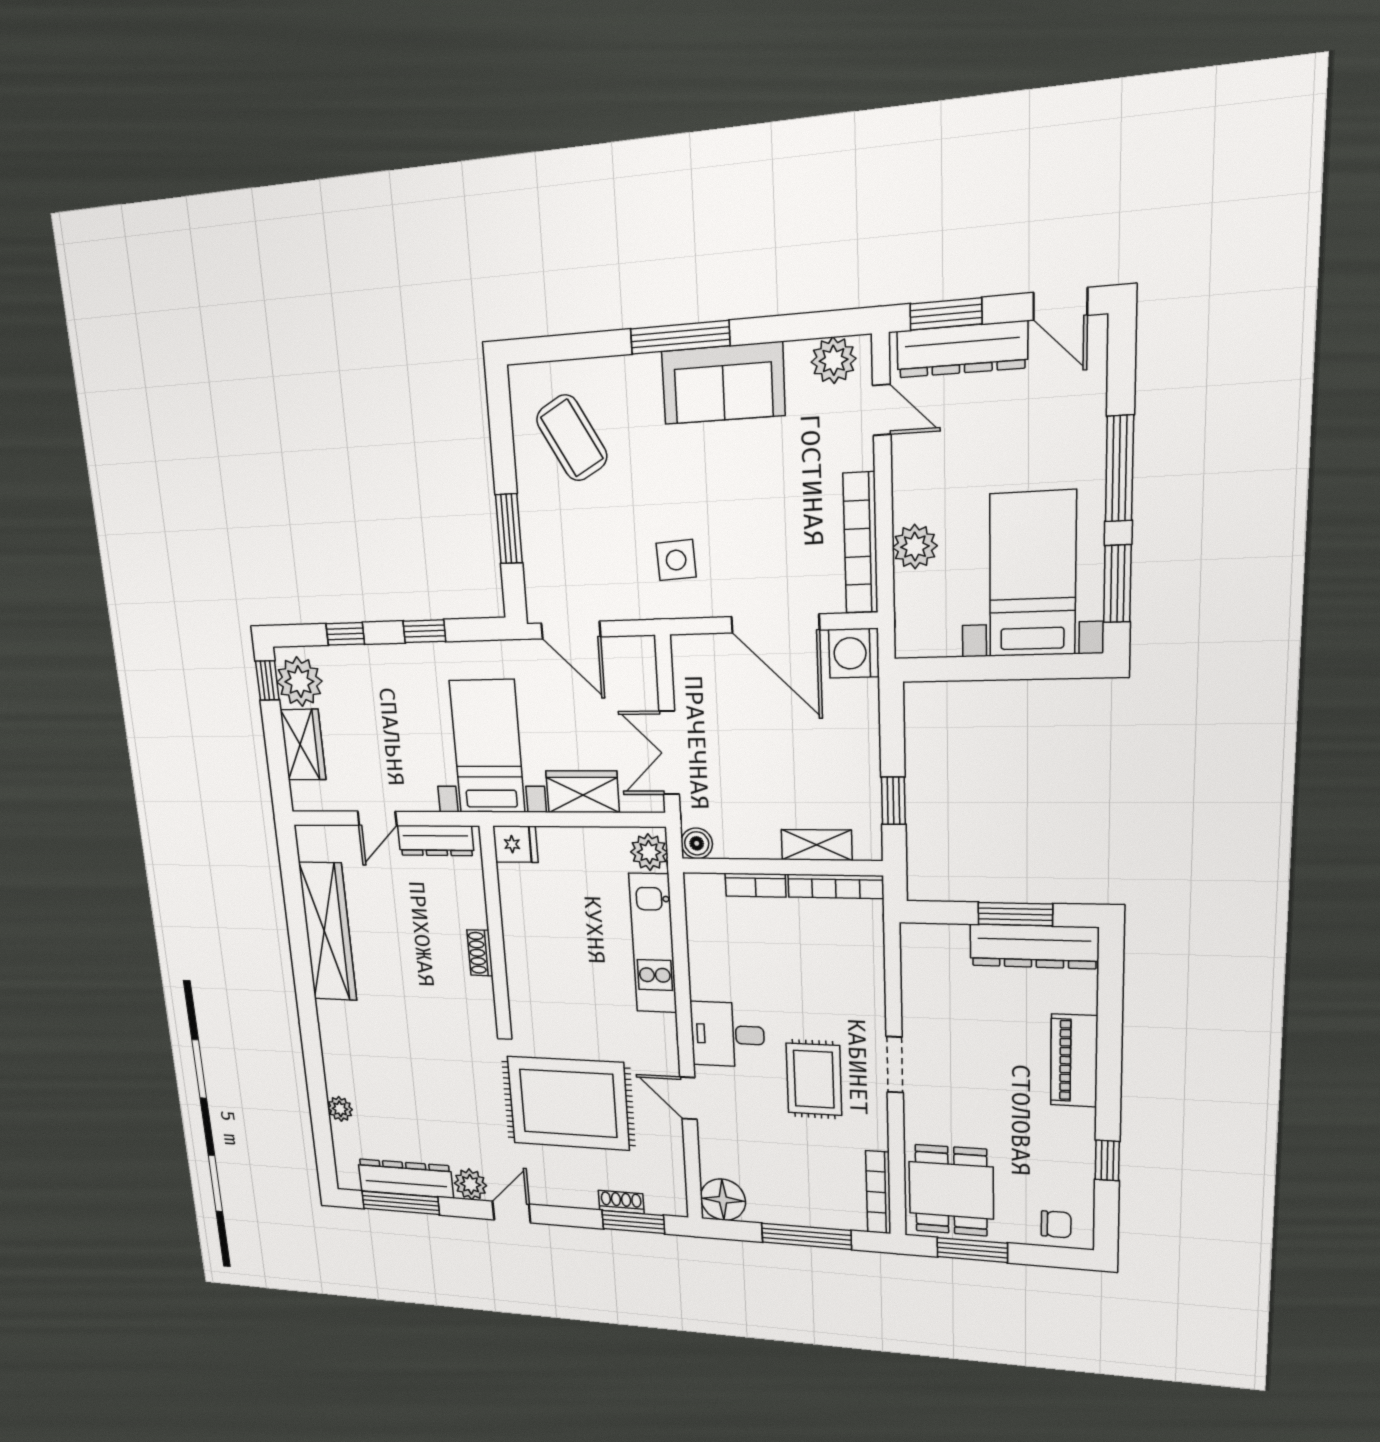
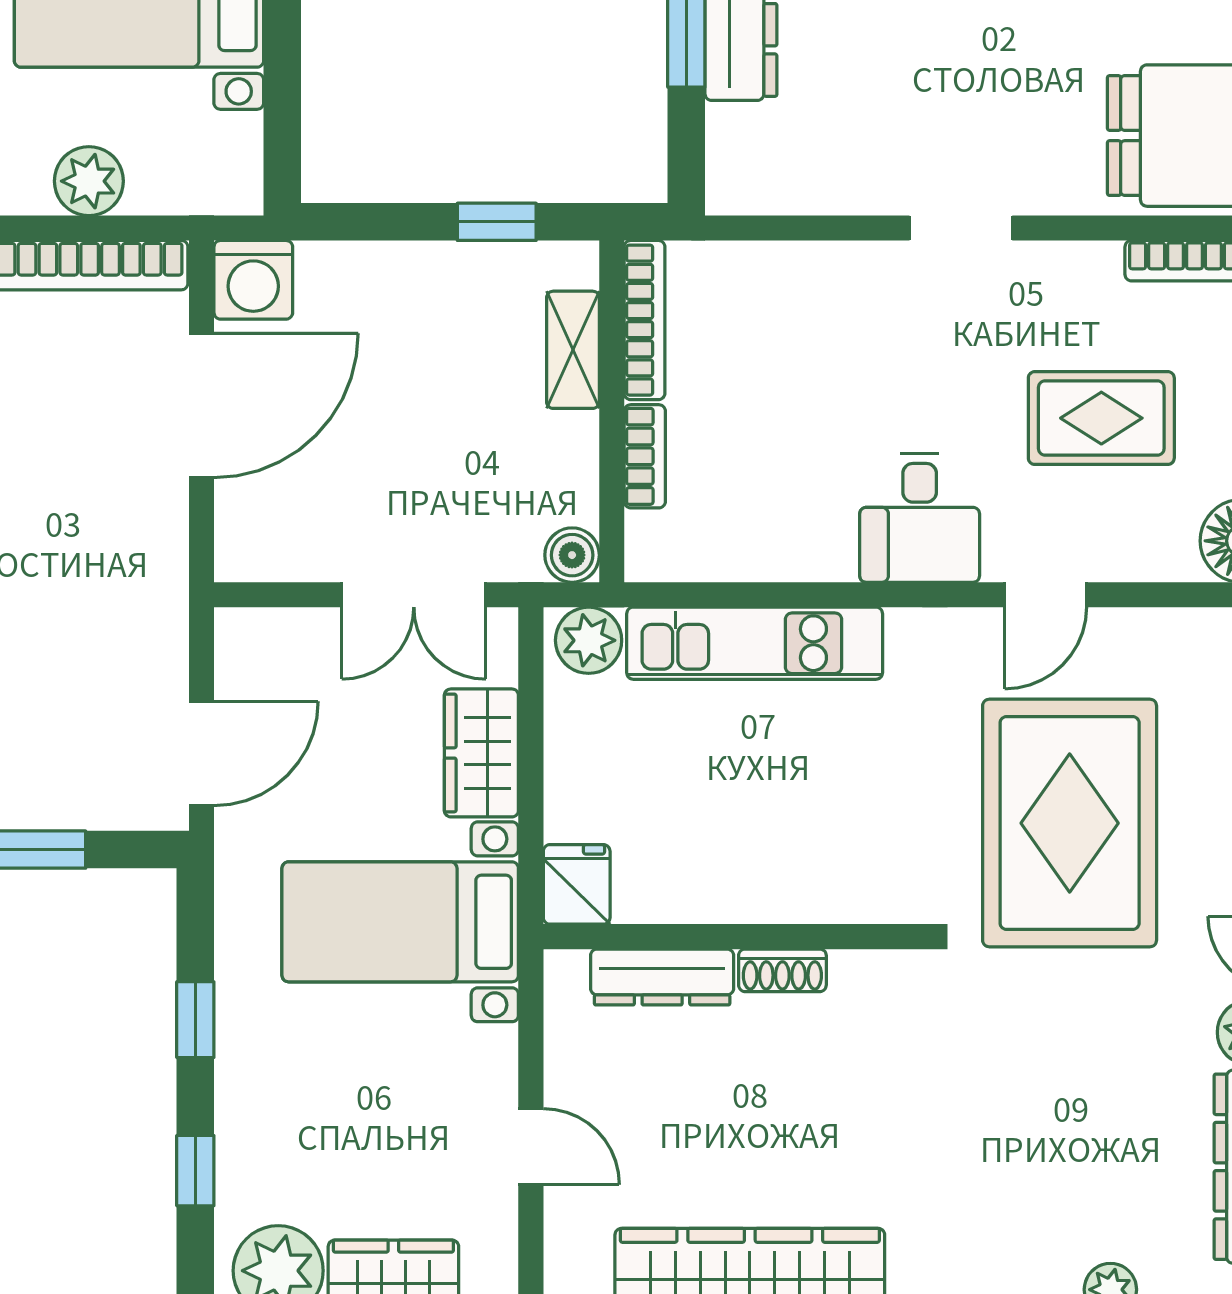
side table: (676, 560) -> (93, 565), removed
dresser: (436, 841) -> (662, 977), moved, turned 90
rug: (814, 1079) -> (1101, 418), moved

